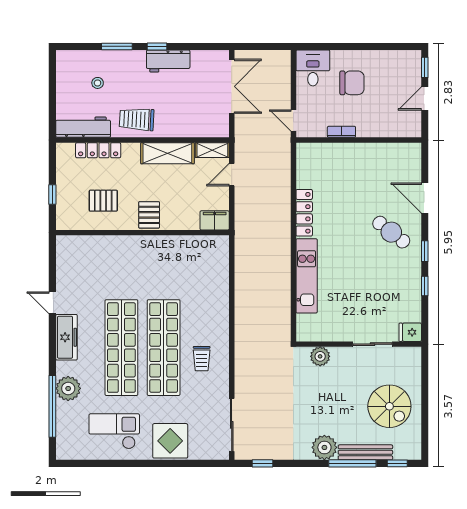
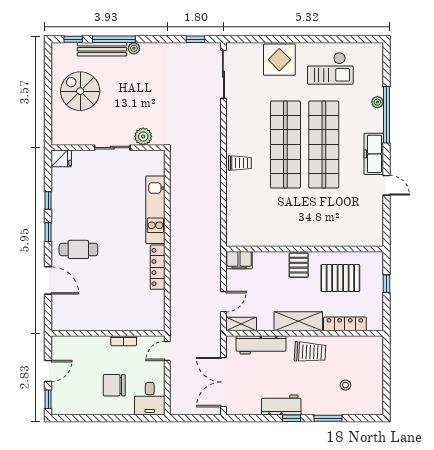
door: (293, 120) -> (167, 351), swing flipped
workbench: (83, 127) -> (261, 345), moved
shelving: (167, 153) -> (298, 321), moved
pallet: (103, 201) -> (340, 278), width x1.50, depth x1.42
cafe table: (391, 232) -> (78, 249), turned -38
sliding door: (373, 344) -> (112, 148), moved
trolley: (202, 359) -> (240, 163), moved, turned 90
plant: (68, 388) -> (377, 102), width x0.53, depth x0.53
window: (52, 406) -> (387, 115), moved
plant: (324, 447) -> (134, 48), width x0.53, depth x0.53

